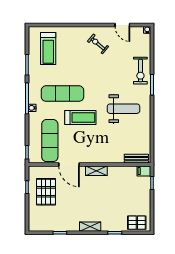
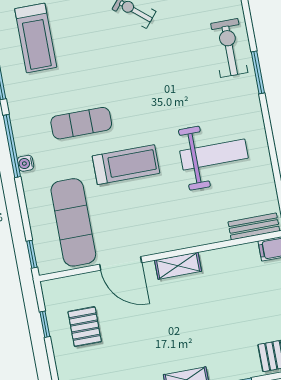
exercise bike: (140, 71) -> (229, 48), turned 180
exercise mat: (62, 94) -> (81, 123), width x0.73, depth x0.69
weight bench: (123, 109) -> (214, 155), moved
pallet: (46, 192) -> (85, 327), width x0.67, depth x0.71

